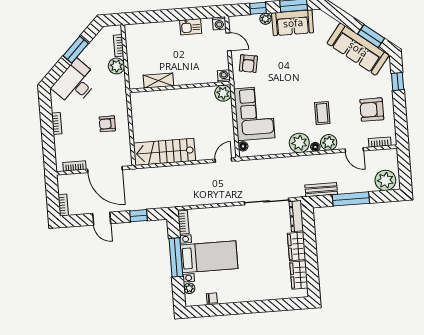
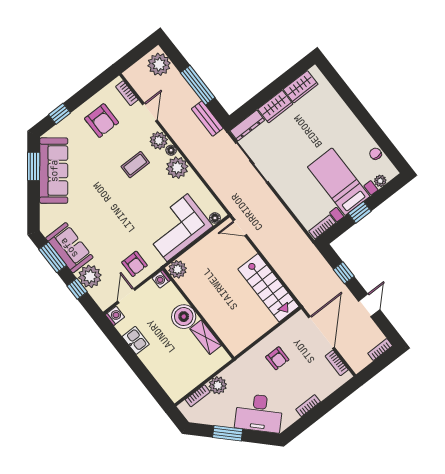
plant: (265, 19) -> (90, 276), width x1.88, depth x1.88
armchair: (248, 64) -> (134, 264), turned 80
boiler: (185, 74) -> (184, 317), added
window: (176, 257) -> (360, 212), width x0.46

